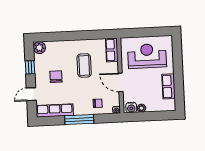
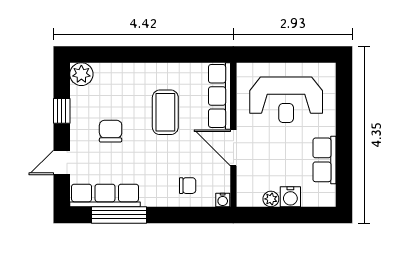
row of seats: (112, 50) -> (219, 96), width x1.48
reception desk: (147, 56) -> (286, 100), turned 180
water cooler: (131, 108) -> (290, 197), moved
window: (79, 120) -> (119, 215), moved

